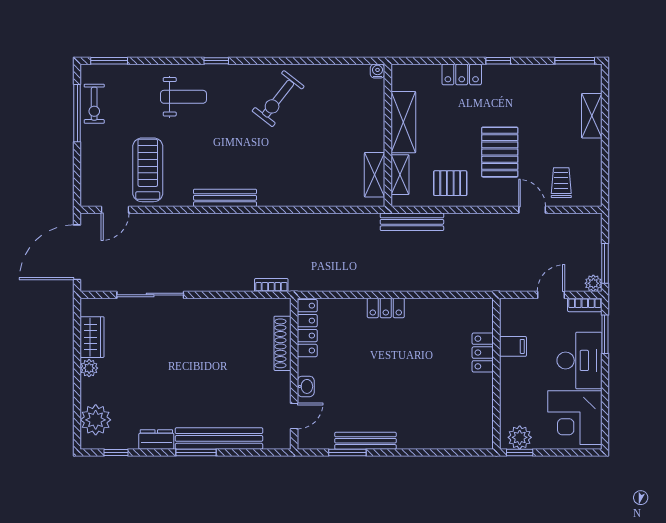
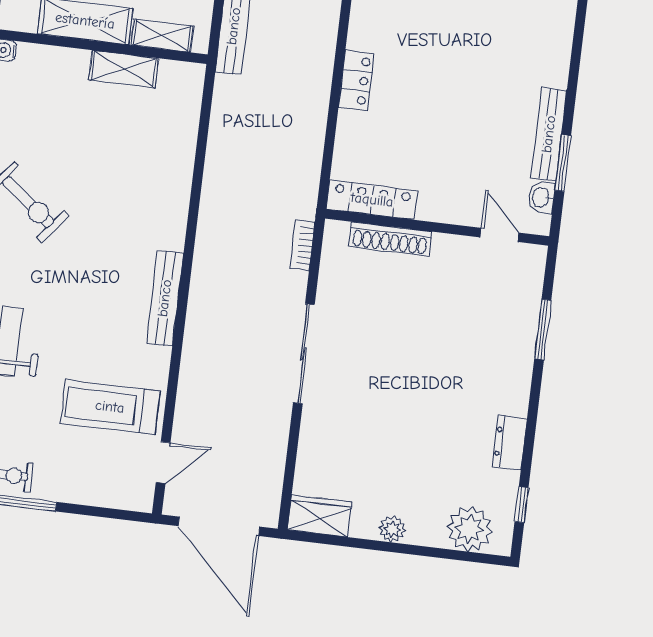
shelving: (375, 175) -> (124, 69), moved
door: (115, 210) -> (163, 463), hinge flipped
sliding door: (150, 295) -> (304, 354), moved
wardrobe: (92, 337) -> (320, 516), moved
washbasin: (306, 386) -> (541, 197), moved, turned -90
bench: (219, 438) -> (519, 350), removed
window: (196, 452) -> (543, 330), moved

